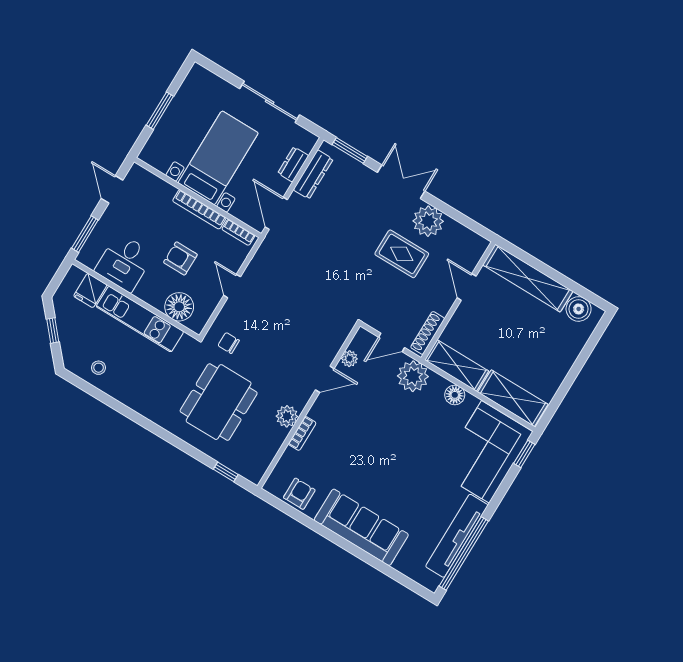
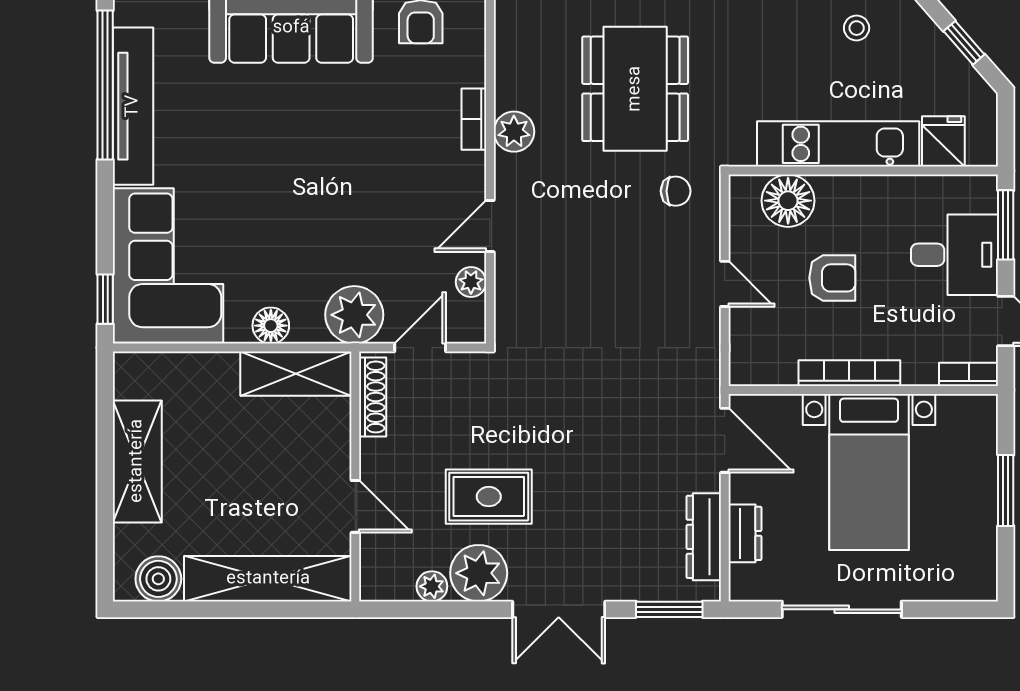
plant: (454, 228) -> (432, 586), added
bookcase: (238, 232) -> (969, 374), moved
desk: (124, 262) -> (955, 255), moved, turned 90
shelving: (513, 398) -> (137, 461), moved, turned 90

